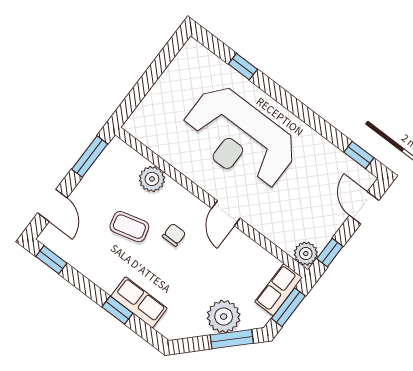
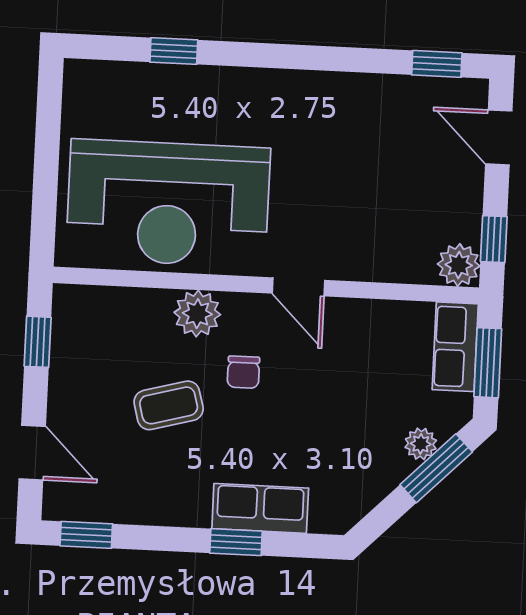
reception desk: (240, 138) -> (168, 203), moved
window: (90, 157) -> (38, 342), width x0.67
plant: (152, 179) -> (197, 314), moved
chair: (174, 235) -> (243, 372), turned 180
plant: (224, 316) -> (421, 444), width x0.53, depth x0.53

